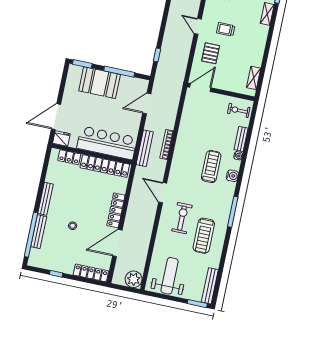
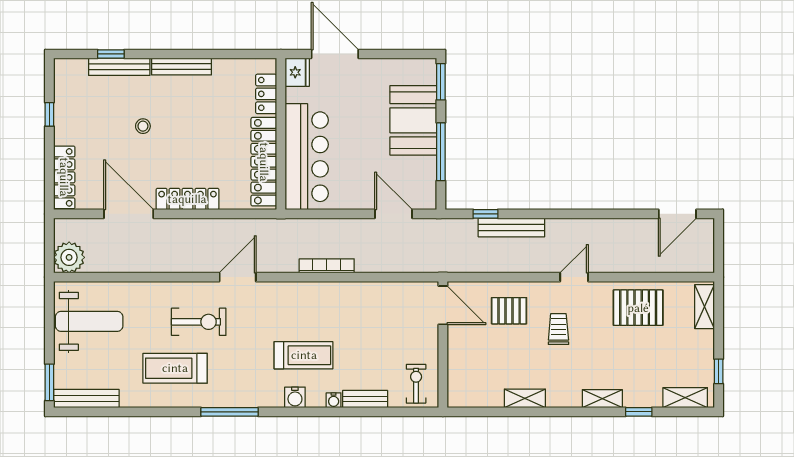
door: (198, 26) -> (574, 277), moved
shelving: (254, 78) -> (525, 398), moved
bench: (145, 148) -> (511, 227), moved
window: (31, 235) -> (111, 54), width x0.32

